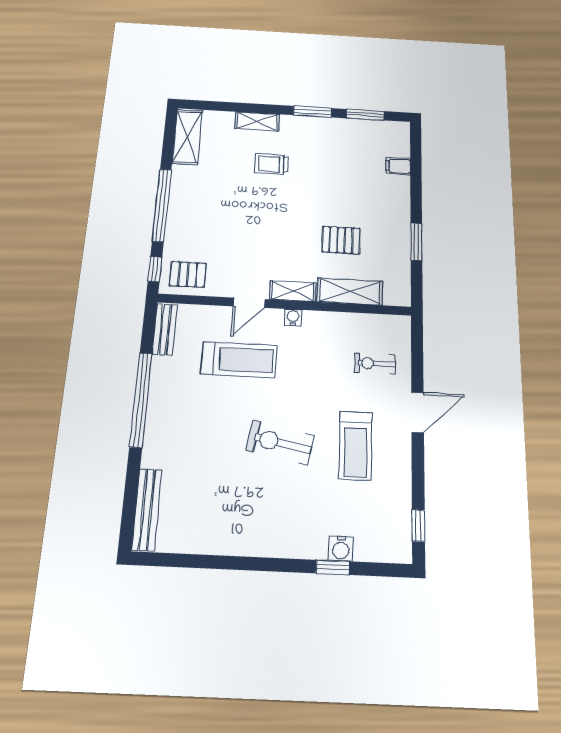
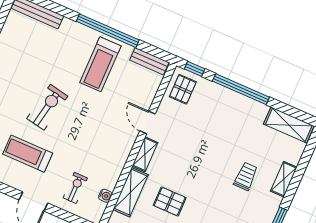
pallet: (341, 240) -> (170, 201), turned 90
water cooler: (293, 317) -> (105, 196), moved
treadmill: (239, 360) -> (100, 64), moved

